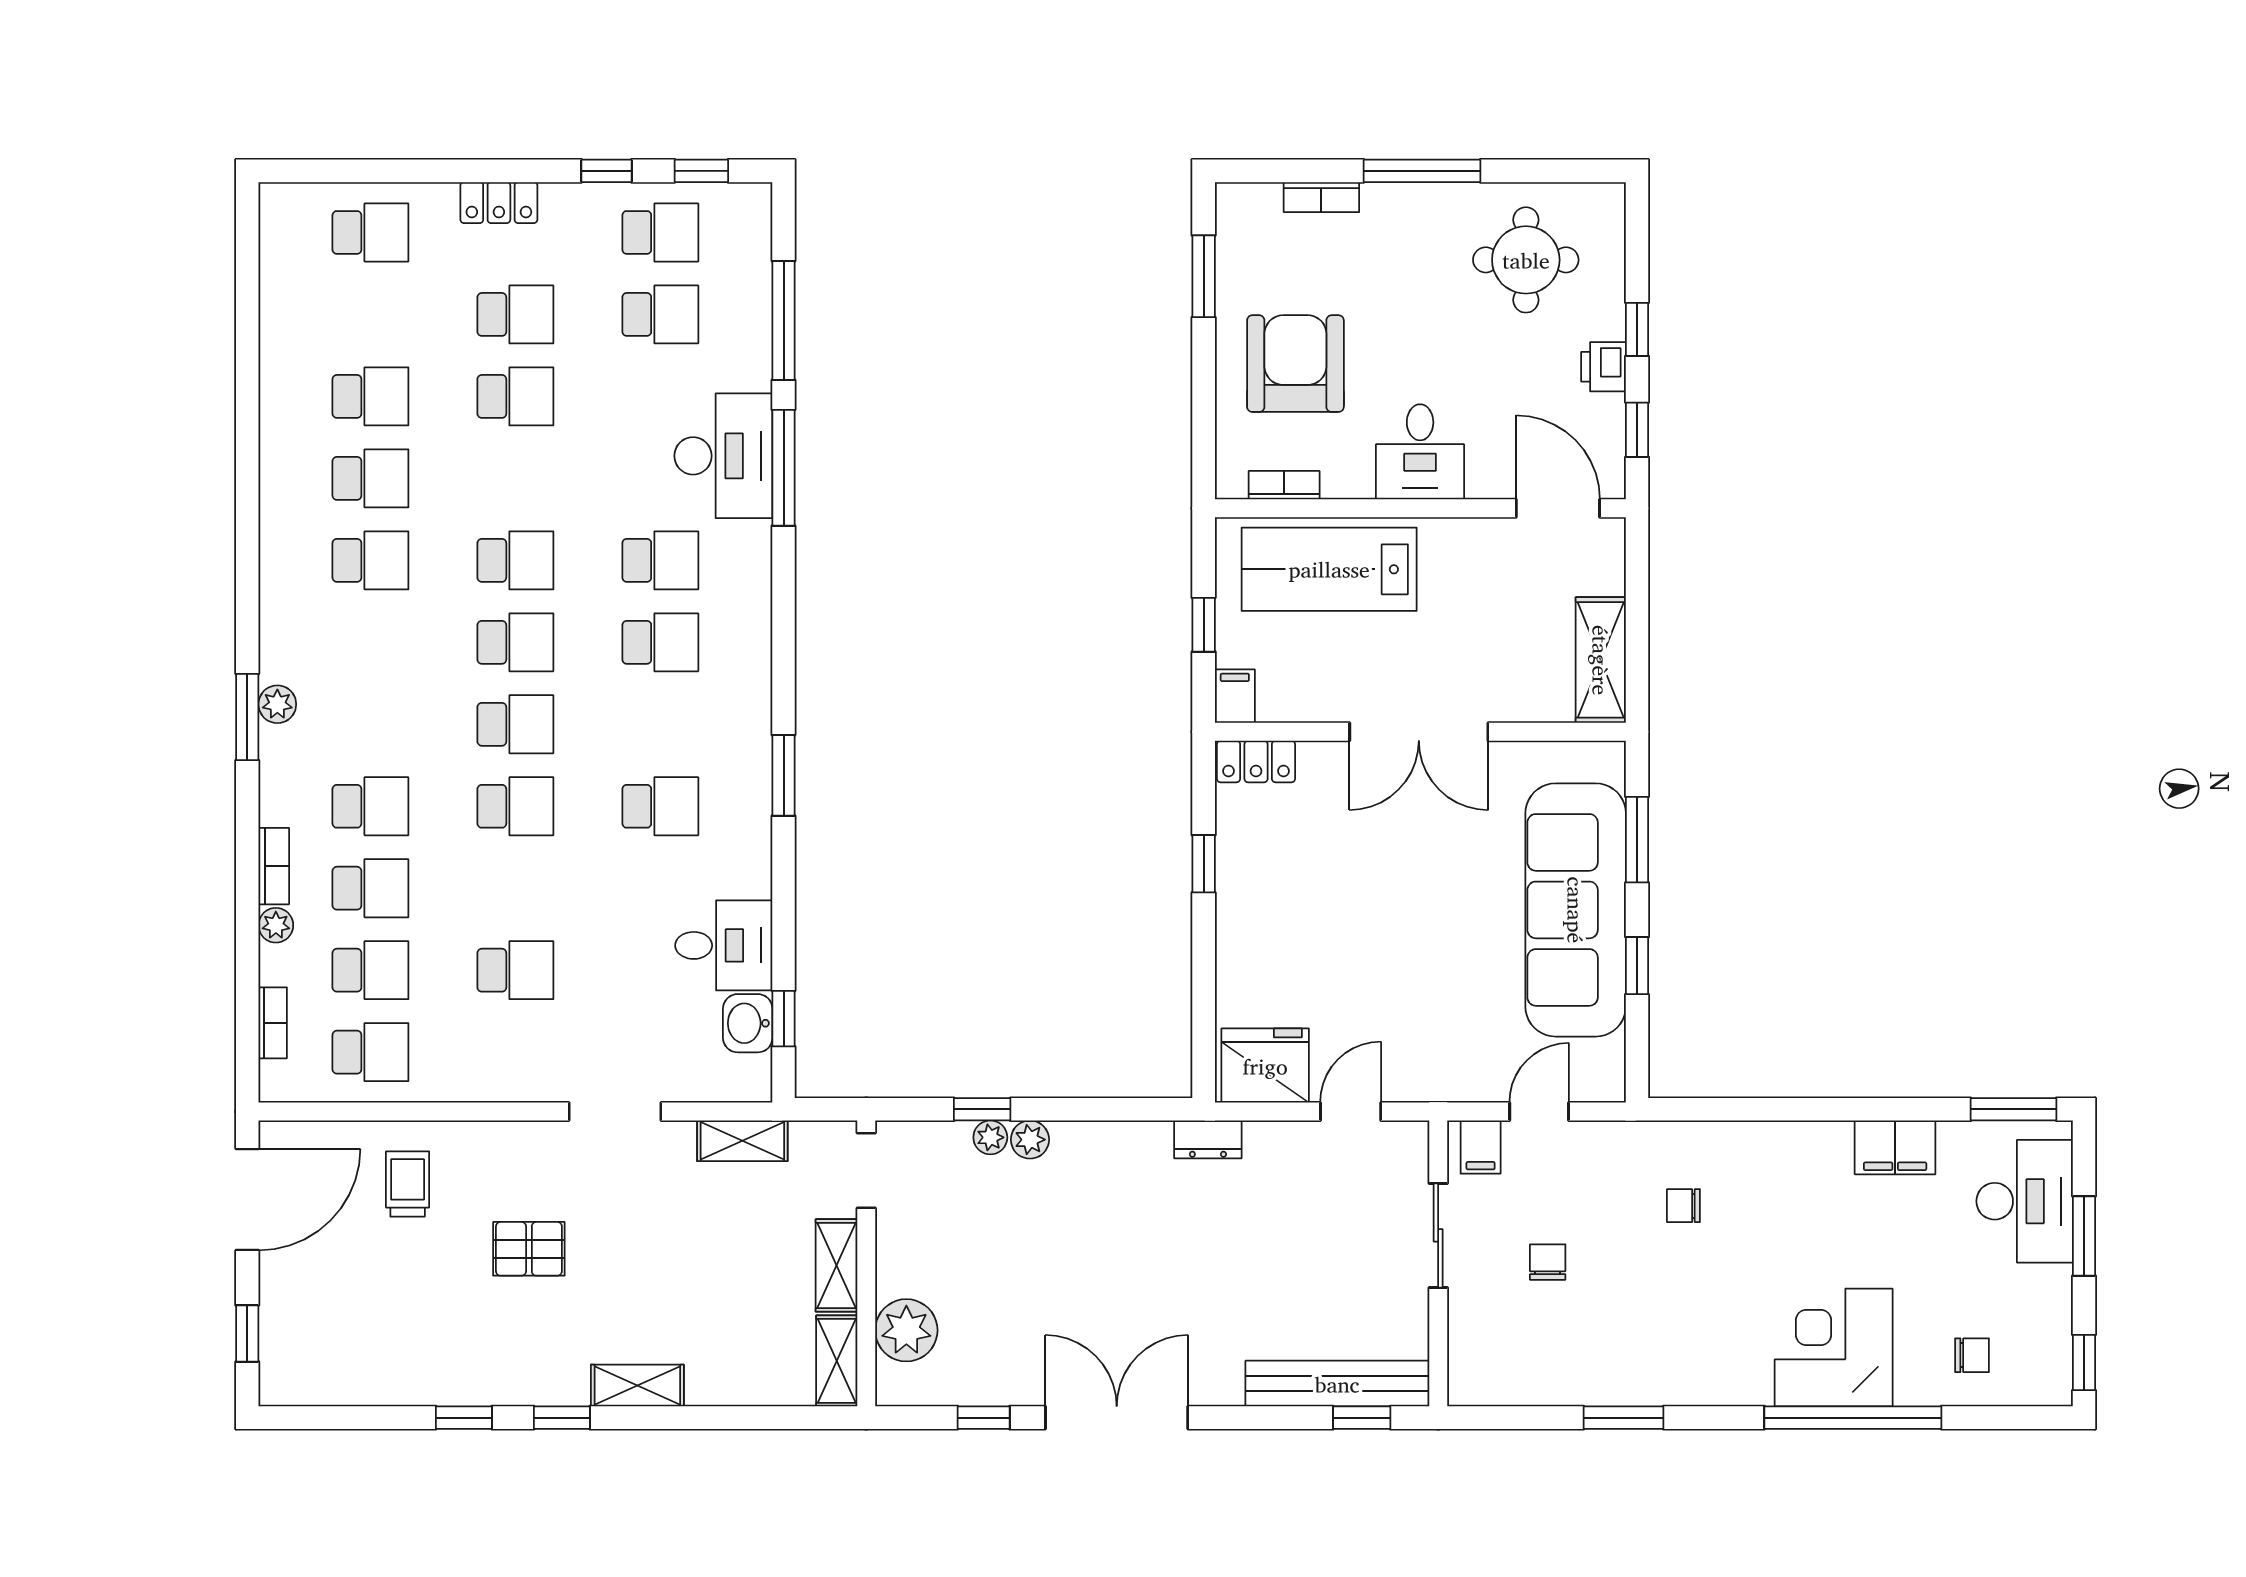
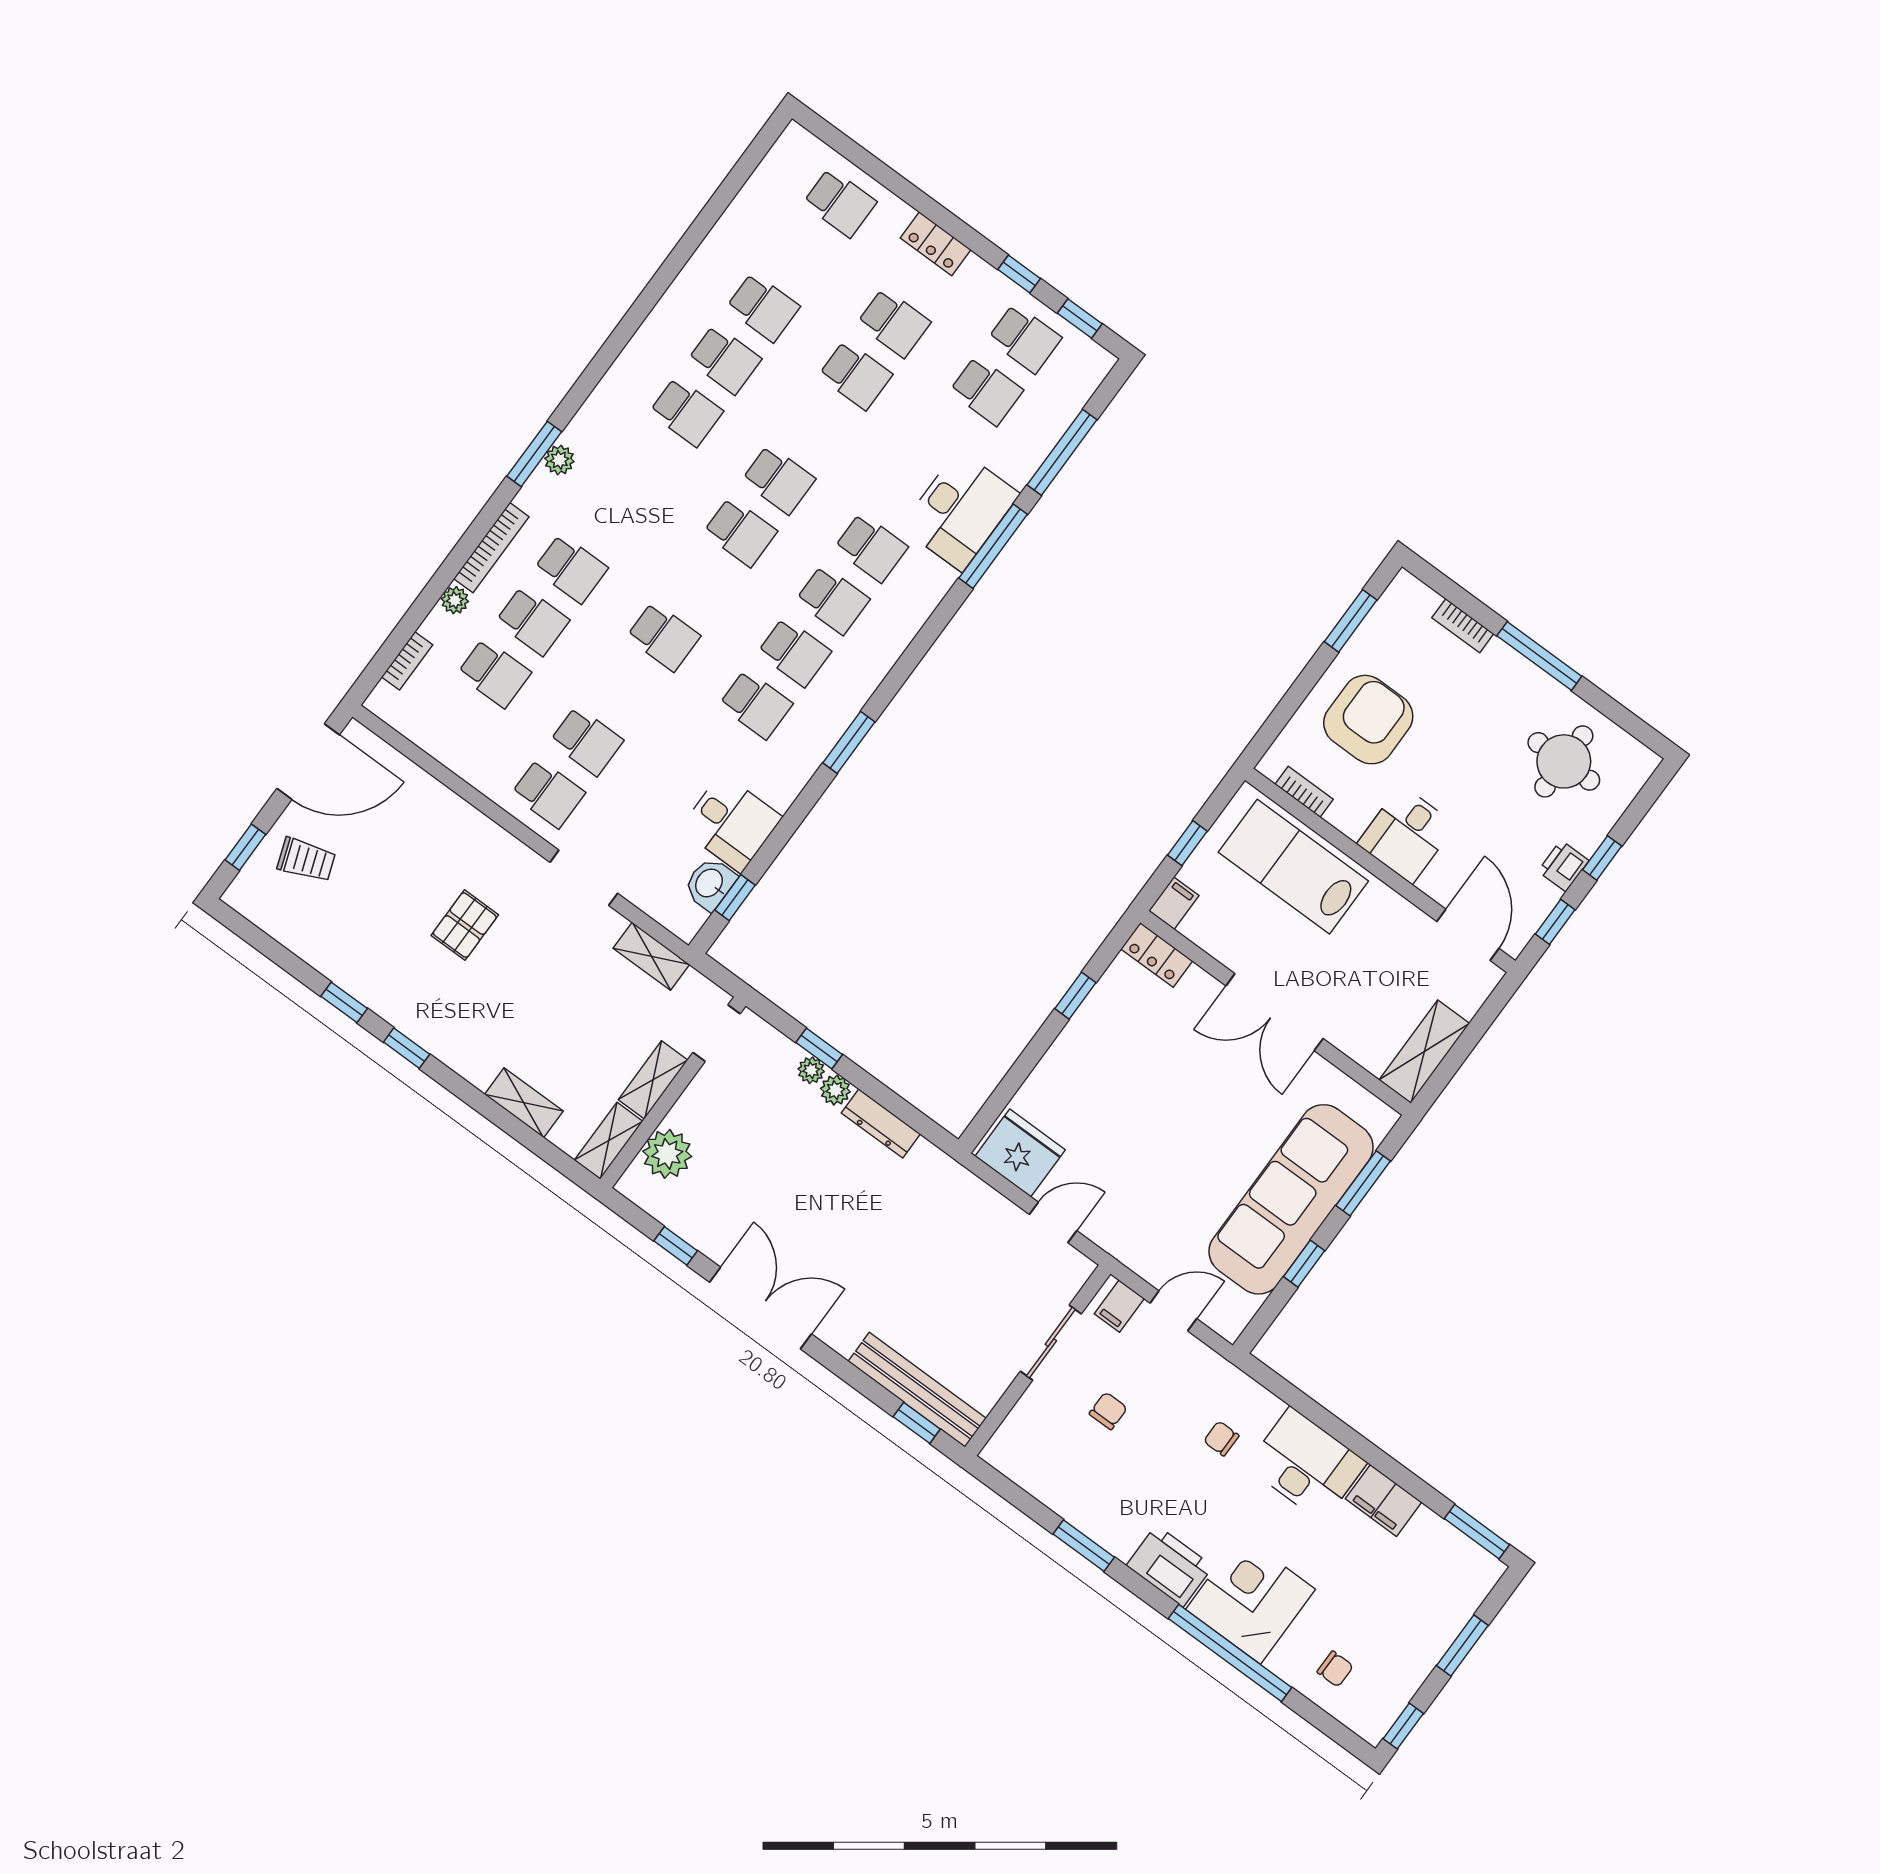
school desk: (515, 724) -> (794, 652), moved
bookcase: (274, 866) -> (491, 548), width x1.56
school desk: (370, 1052) -> (548, 793), moved
dresser: (1208, 1139) -> (881, 1123), moved, width x1.44
trolley: (408, 1184) -> (306, 860), moved, turned 70
desk: (2025, 1201) -> (1306, 1465), moved, turned -90
pallet: (529, 1249) -> (465, 925), turned 90
printer: (1726, 1374) -> (1170, 1566), added
shelving: (637, 1386) -> (524, 1103), moved

